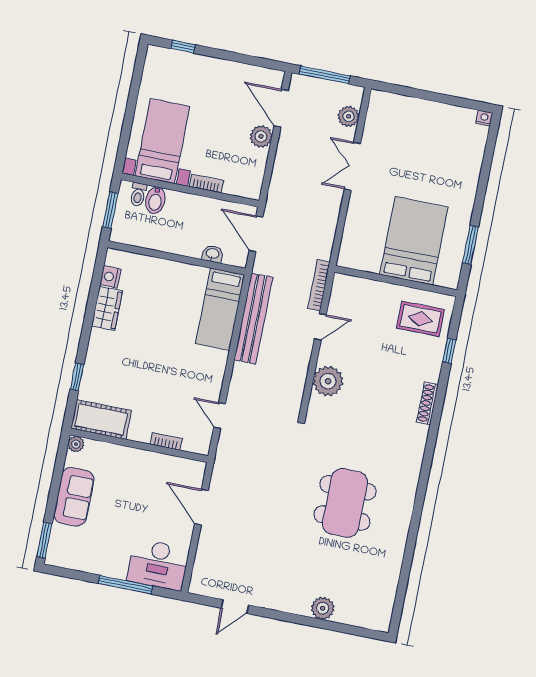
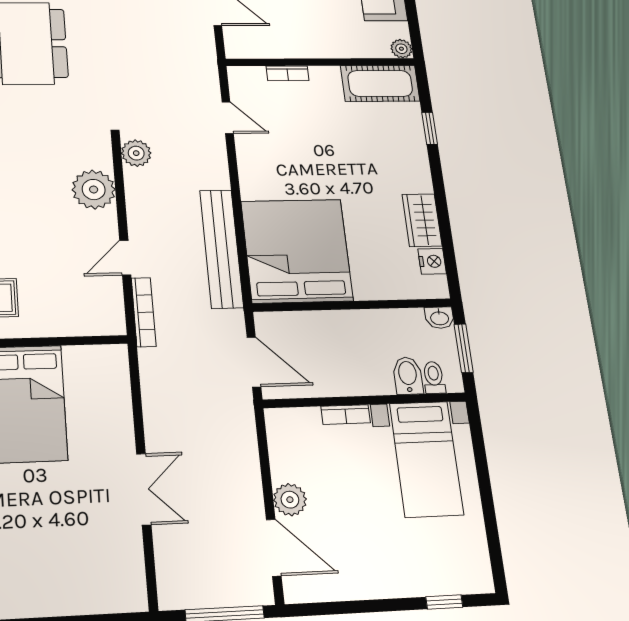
plant: (349, 116) -> (136, 153), moved
washbasin: (213, 254) -> (439, 318), moved
bed: (220, 309) -> (297, 251), width x2.04

